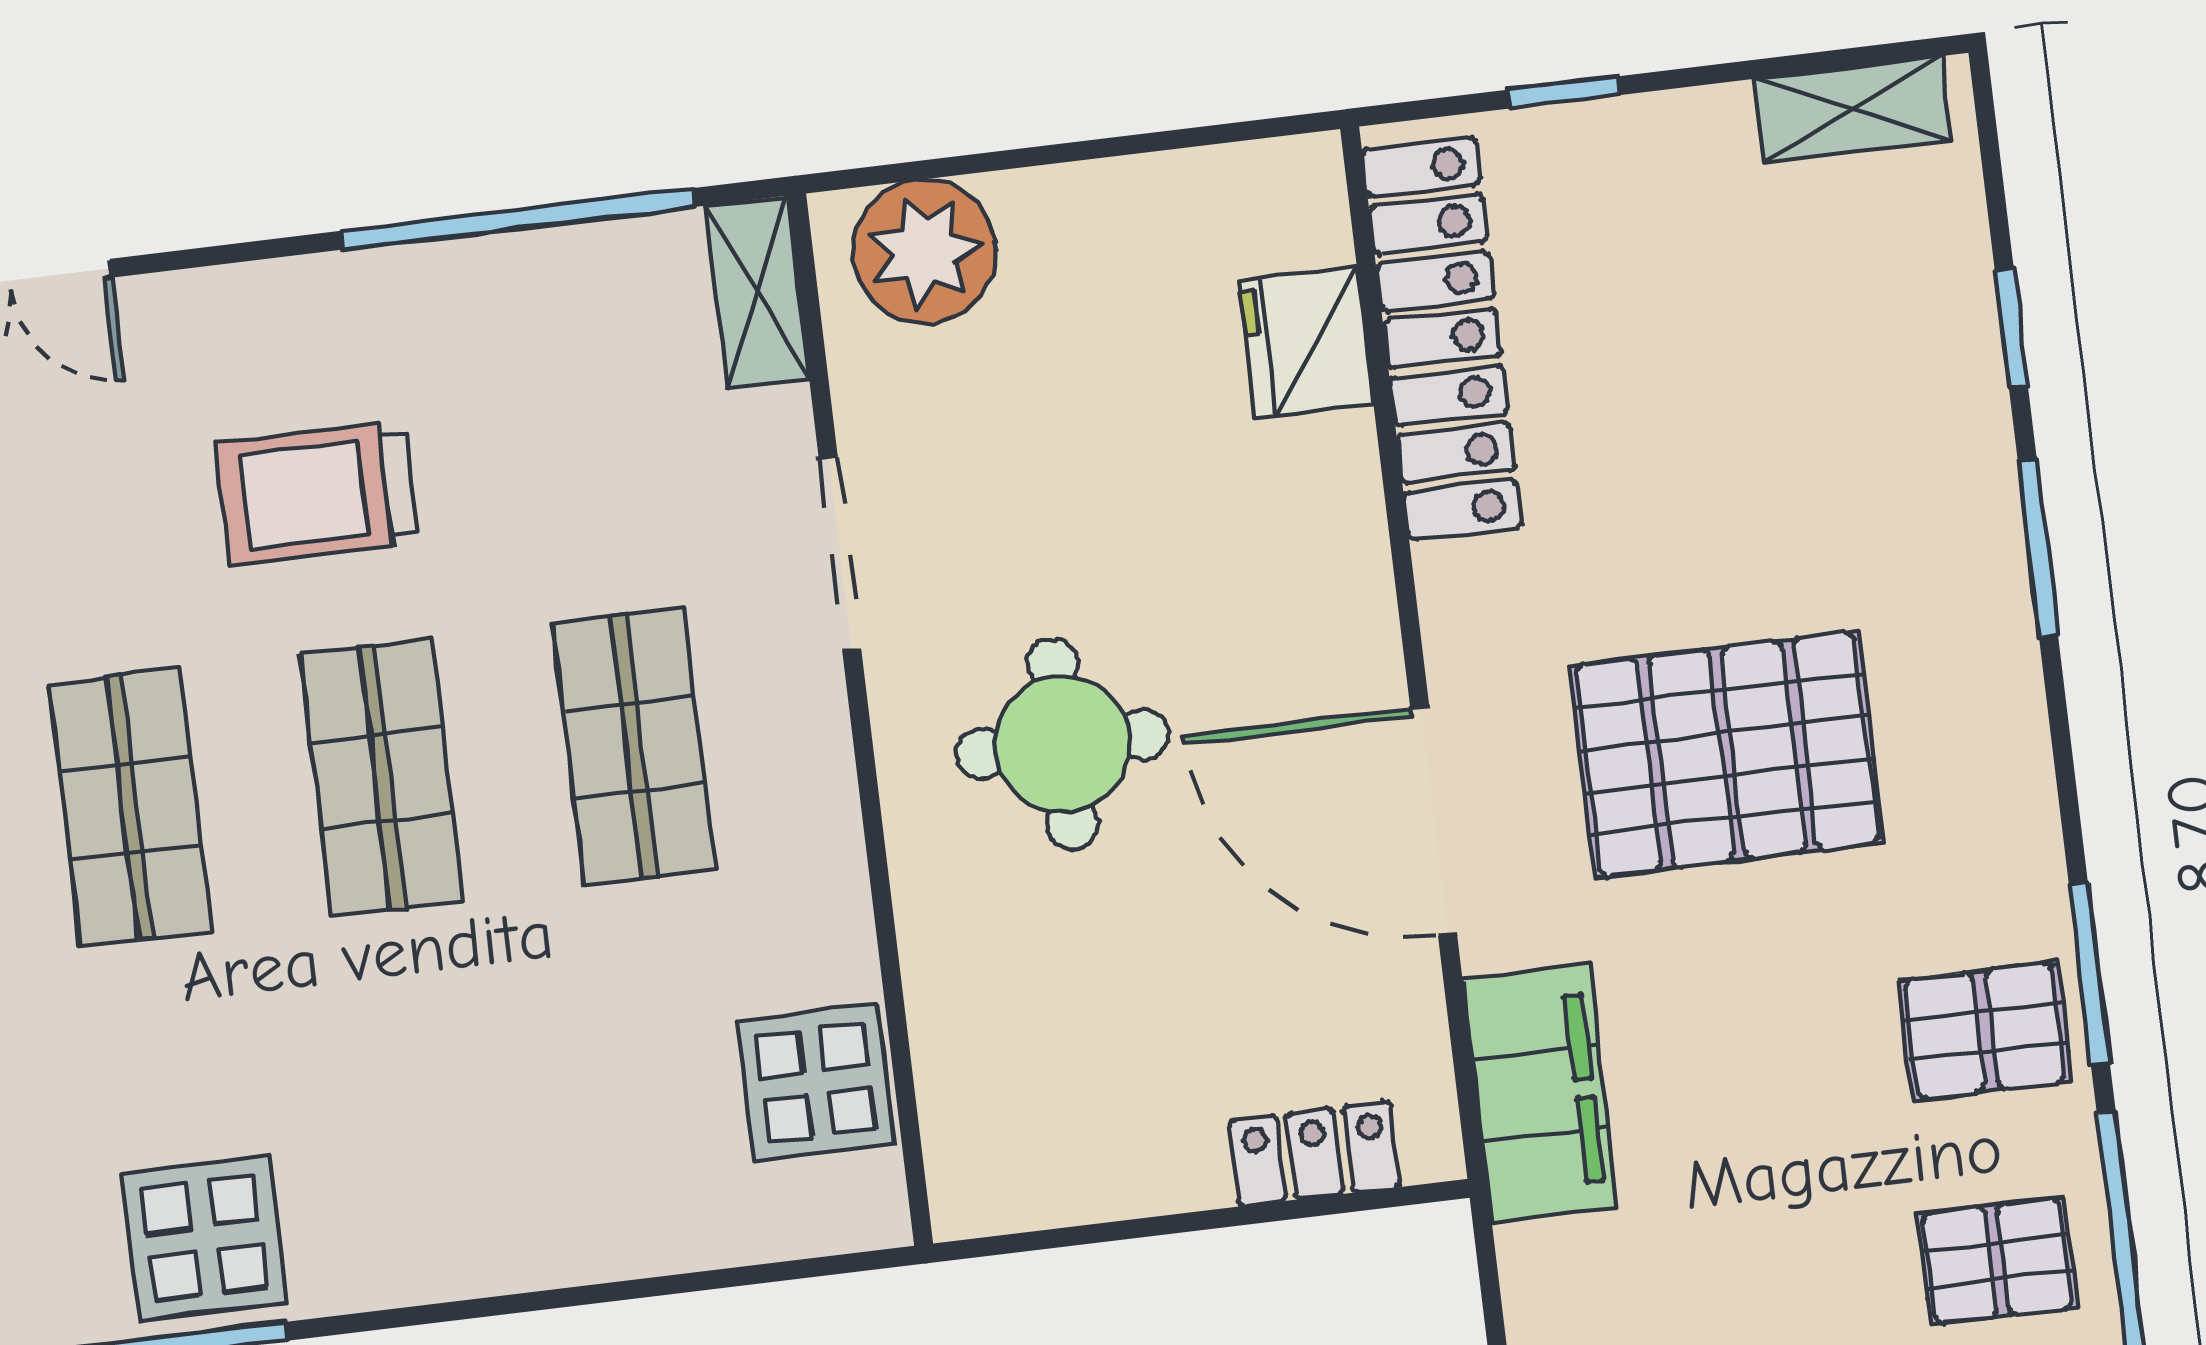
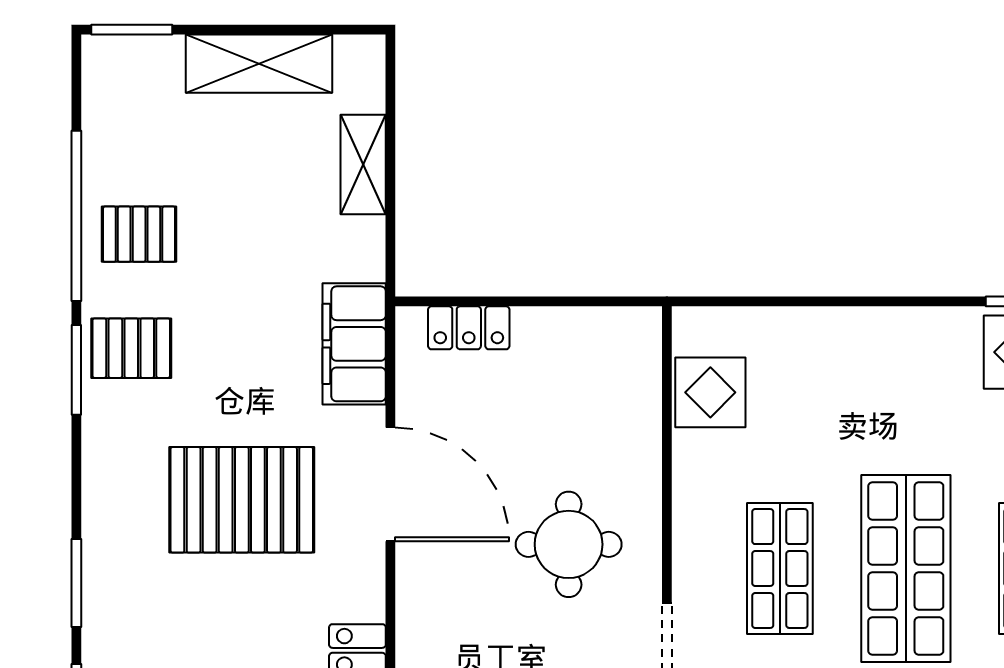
shop shelf: (382, 778) -> (906, 569), width x1.43, depth x1.36

